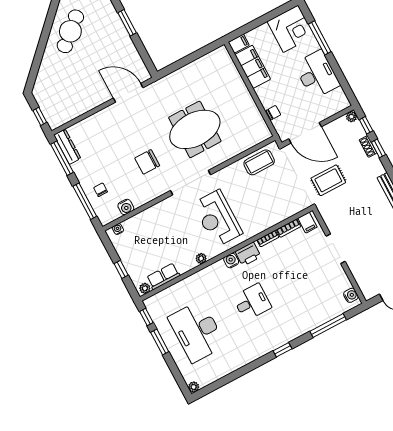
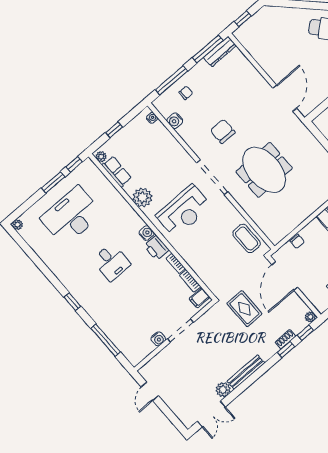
reception desk: (217, 219) -> (184, 211), turned 180
plant: (201, 258) -> (142, 197), width x1.88, depth x1.88
water cooler: (351, 295) -> (158, 339), moved

